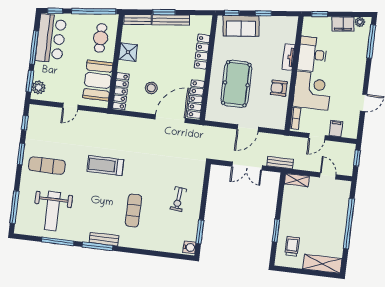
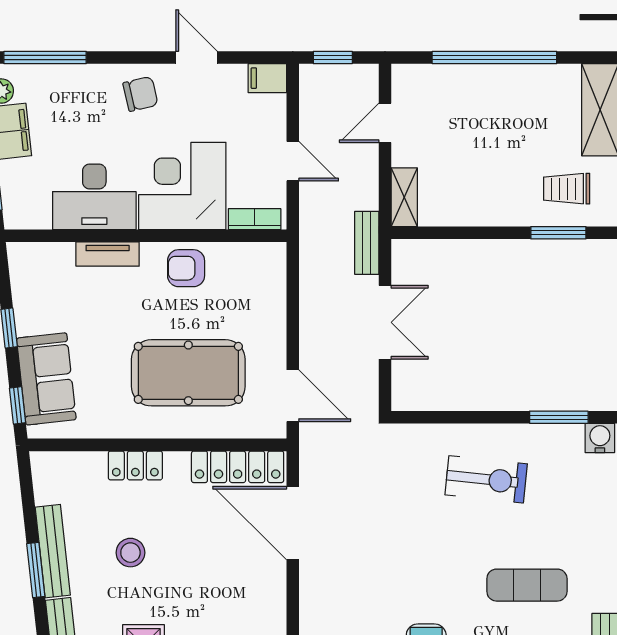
locker: (202, 52) -> (135, 465), width x0.66
chair: (352, 78) -> (140, 94), added
stool: (151, 88) -> (130, 553), moved
armchair: (279, 88) -> (186, 268), turned 90
door: (248, 128) -> (293, 396), moved
filing cabinet: (336, 129) -> (267, 78), moved
exercise bike: (178, 199) -> (486, 479), width x1.38, depth x1.39
window: (276, 231) -> (558, 233), moved

